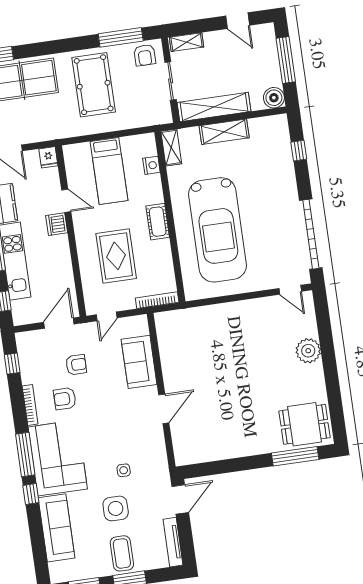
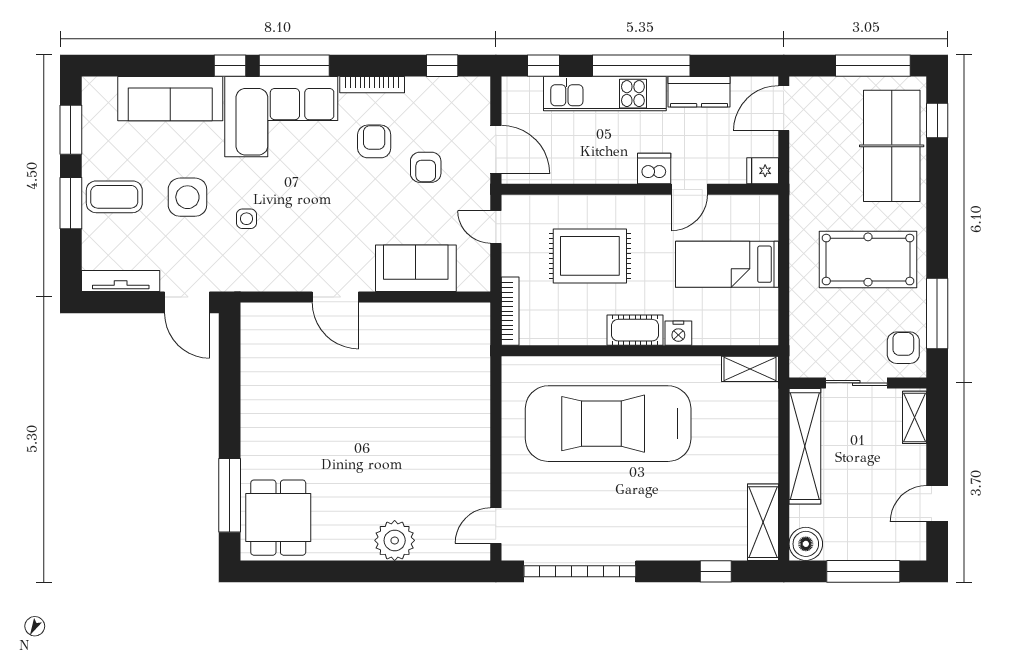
armchair: (145, 55) -> (903, 348), turned 90
shelving: (224, 132) -> (763, 522), moved
nightstand: (151, 165) -> (678, 333), moved

